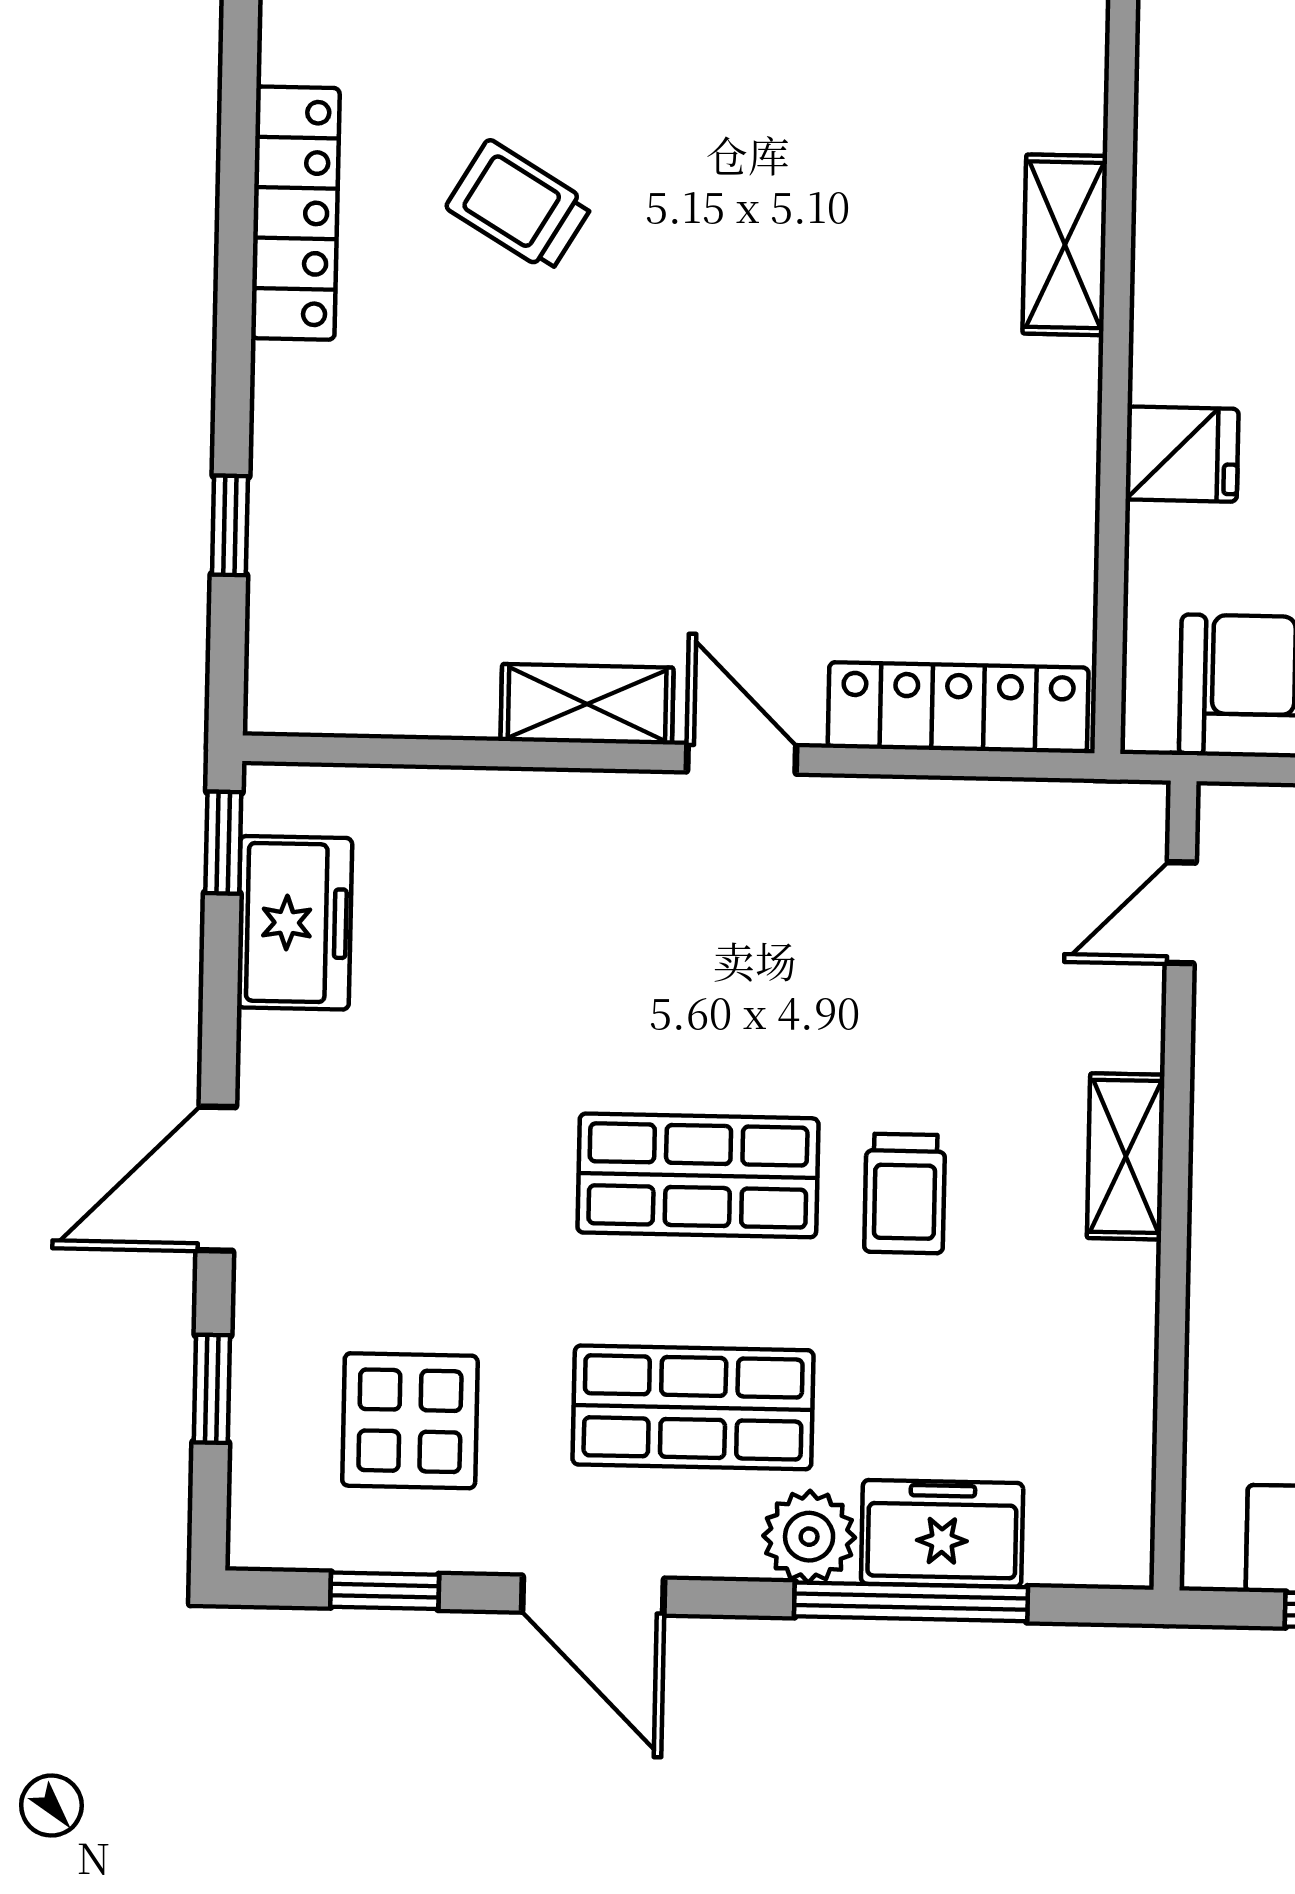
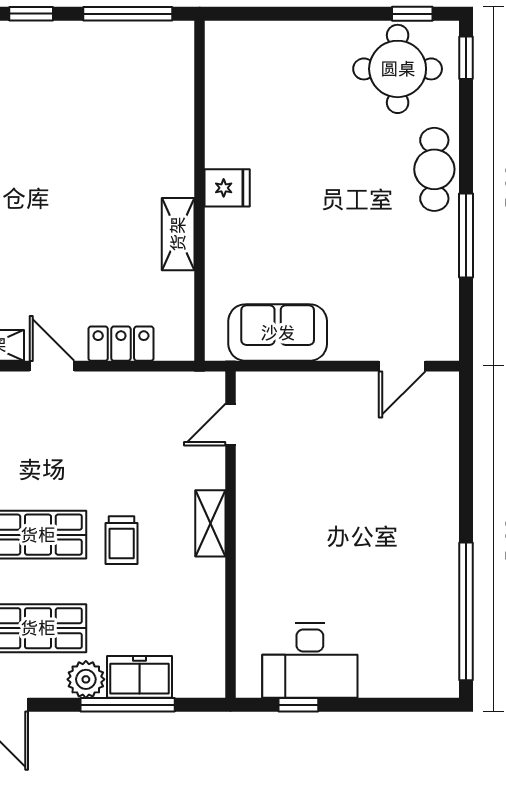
shelving: (1065, 245) -> (178, 234), moved
fridge: (1182, 454) -> (227, 188), moved
locker: (958, 708) -> (121, 344), width x0.66

